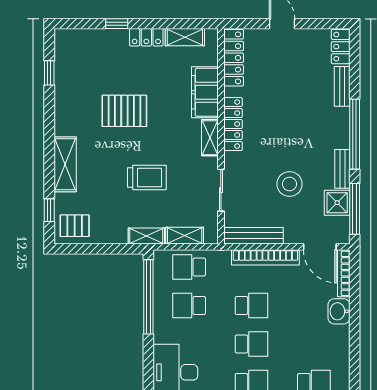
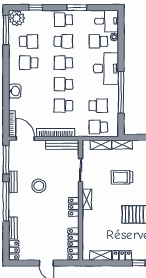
filing cabinet: (205, 92) -> (89, 225), removed
locker: (233, 124) -> (74, 207), width x0.66
stool: (289, 184) -> (39, 186), moved
shower: (337, 203) -> (16, 163), removed
school desk: (189, 267) -> (98, 127), turned 180
window: (148, 297) -> (121, 93), moved
washbasin: (339, 311) -> (15, 91), moved

